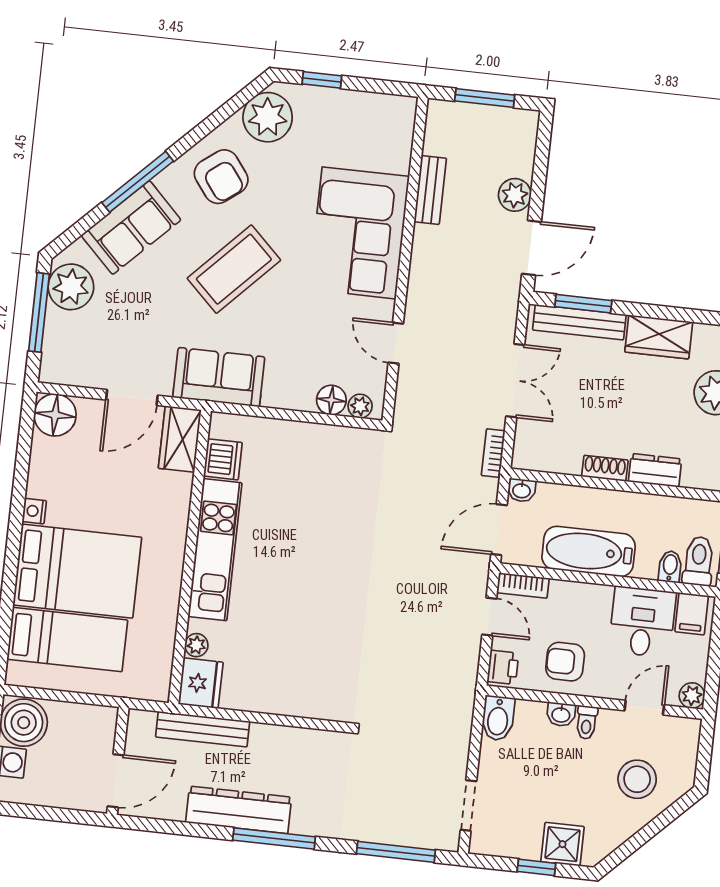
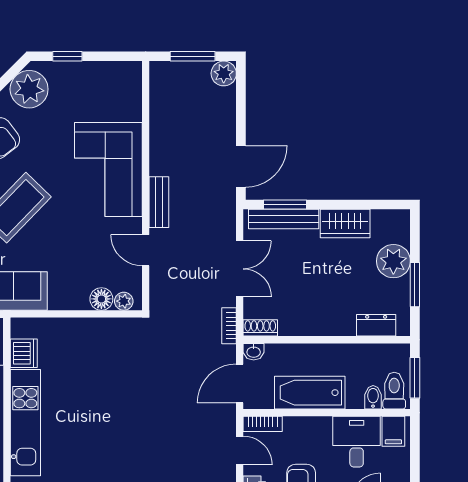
bench: (430, 190) -> (159, 202), moved
plant: (515, 195) -> (224, 73), moved
shoe rack: (605, 468) -> (260, 328), moved
dresser: (655, 470) -> (376, 325), moved

